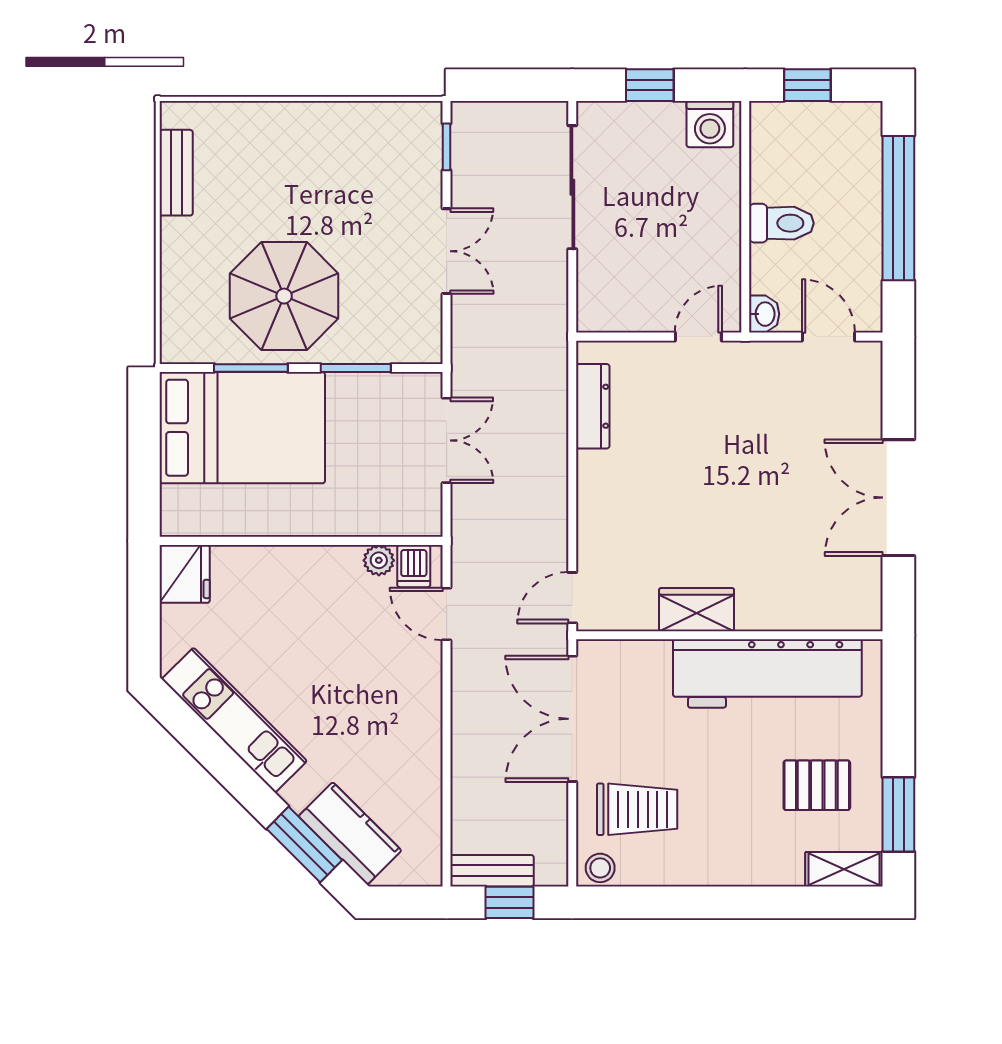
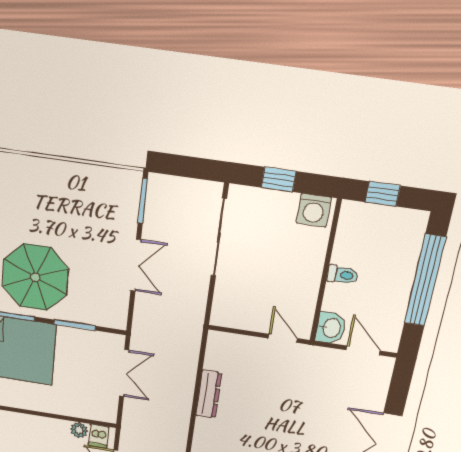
window: (447, 147) -> (143, 201), width x1.50
toilet: (781, 223) -> (343, 275), width x0.73, depth x0.72
washbasin: (764, 314) -> (331, 328), width x1.38, depth x1.45
door: (698, 337) -> (283, 338), hinge flipped
dresser: (593, 406) -> (209, 394), moved

